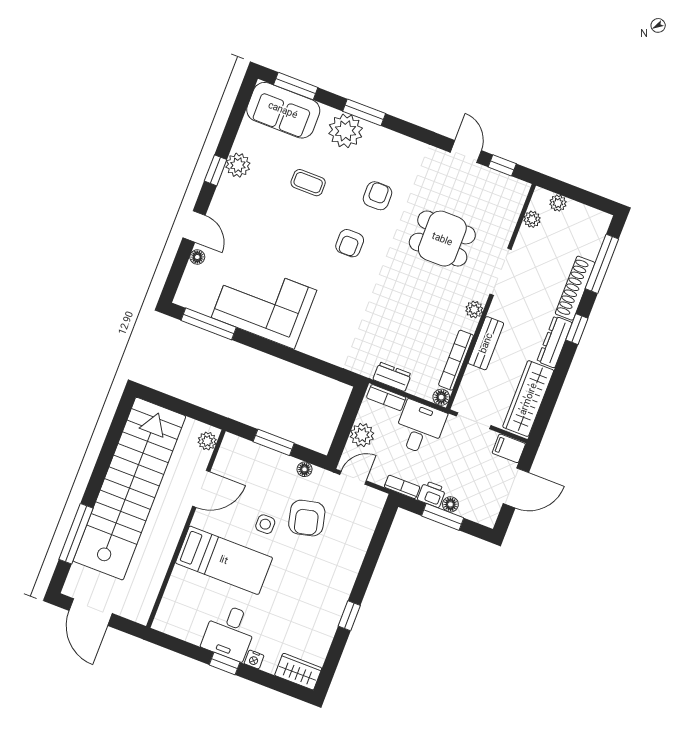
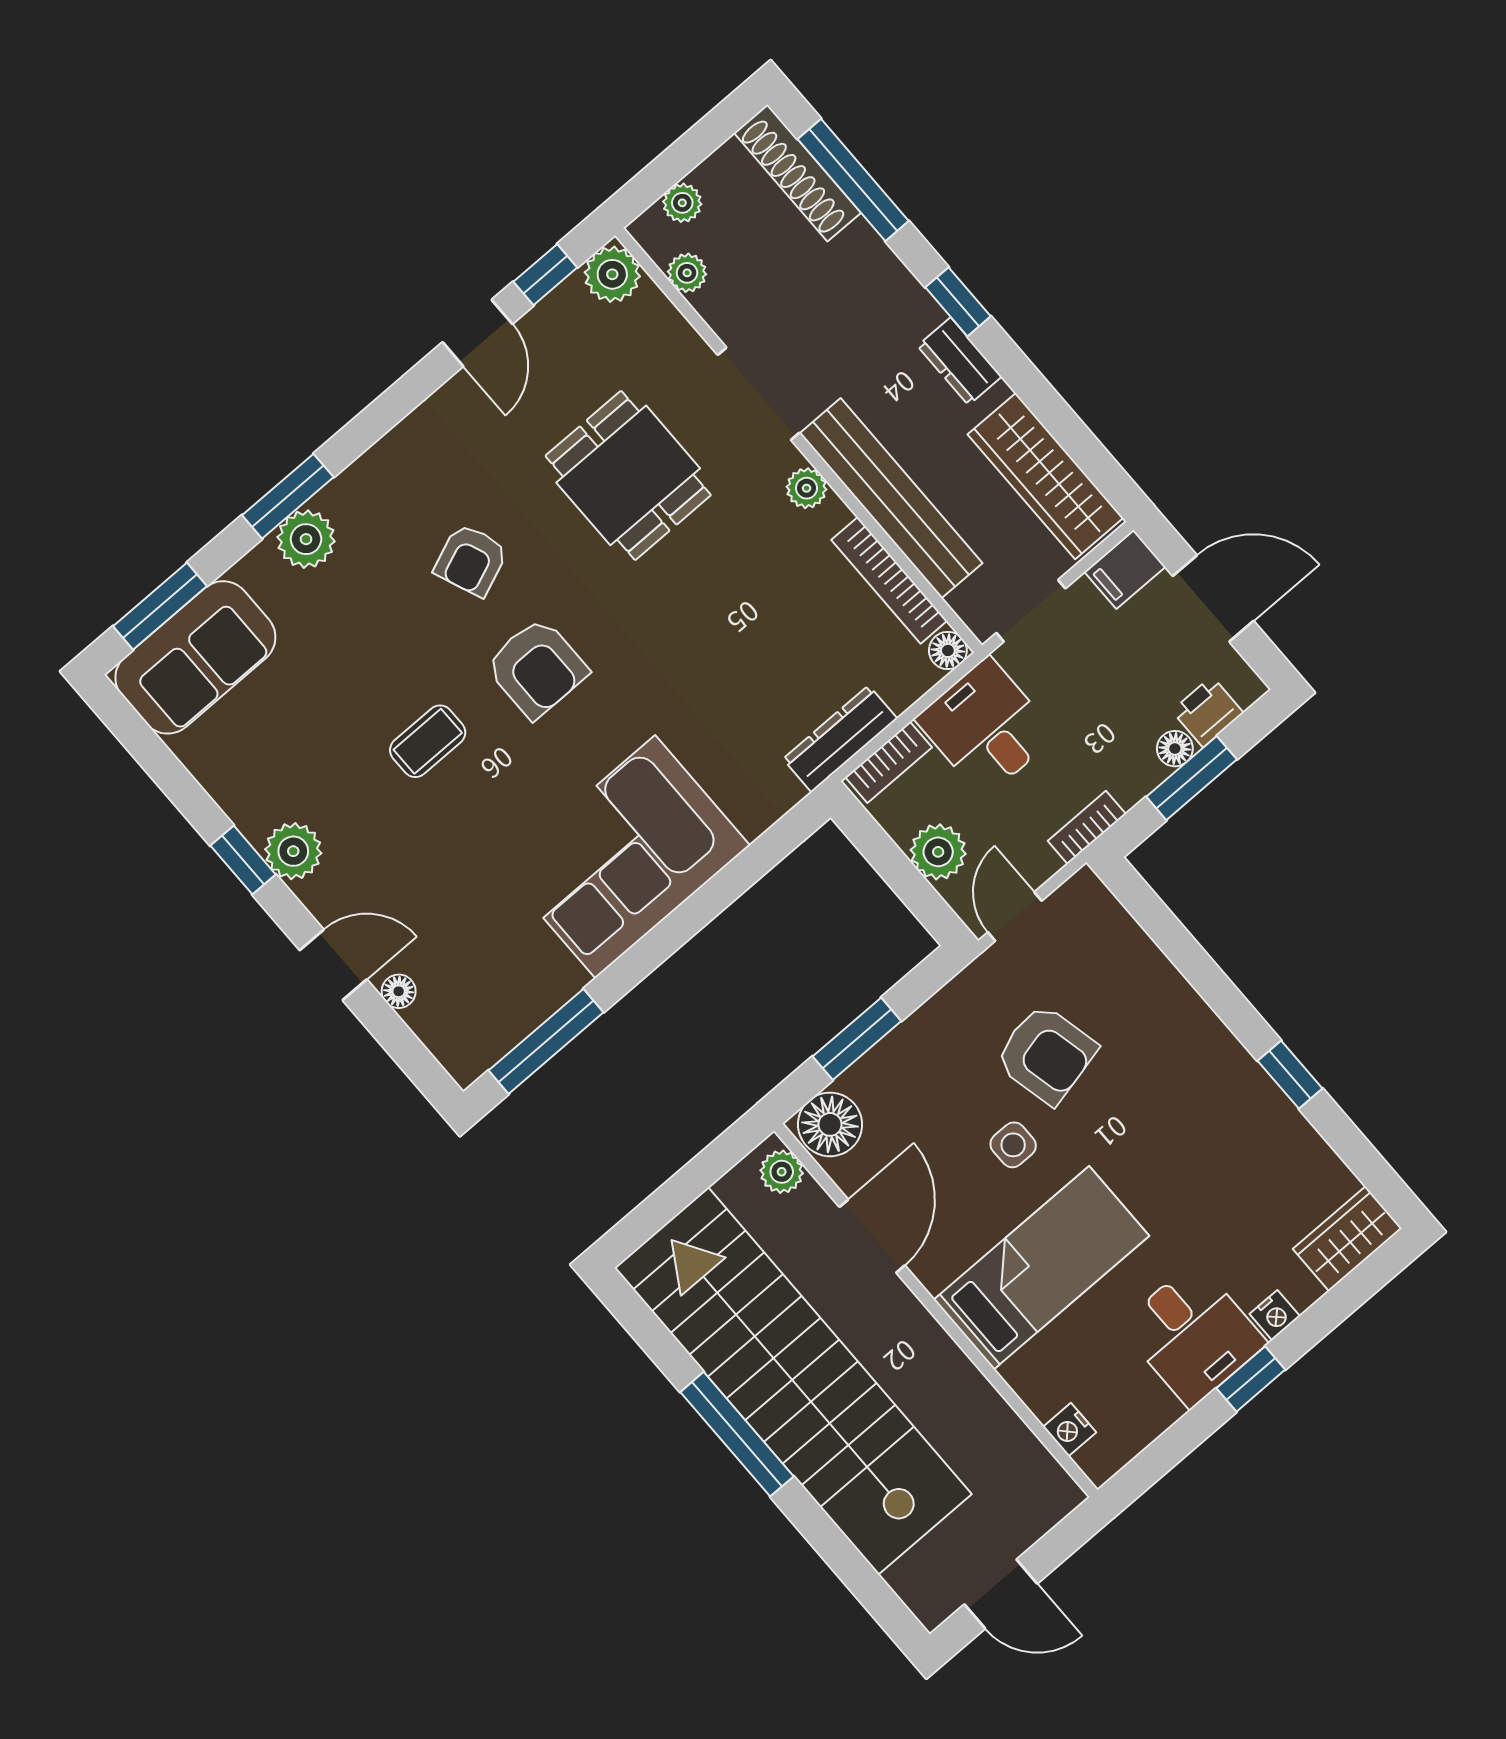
plant: (346, 131) -> (306, 539), width x0.73, depth x0.73
door: (466, 151) -> (477, 333), swing flipped
plant: (238, 165) -> (293, 851), moved
coffee table: (308, 183) -> (428, 741), moved
plant: (516, 191) -> (612, 274), added
armchair: (377, 196) -> (471, 560), turned -112
dining table: (442, 239) -> (628, 475), turned 90
armchair: (350, 243) -> (537, 668), width x1.38, depth x1.38
shoe rack: (575, 288) -> (797, 173), moved
corner sofa: (264, 304) -> (625, 857), moved
dresser: (554, 342) -> (960, 361), width x0.70
bench: (486, 343) -> (891, 498), width x1.86, depth x1.21
dresser: (392, 377) -> (840, 739), width x1.44
floor lamp: (305, 469) -> (830, 1124), moved, width x1.89, depth x1.89
door: (516, 488) -> (1213, 598), hinge flipped
printer: (432, 494) -> (1208, 712), moved
window: (76, 534) -> (737, 1434), moved
nightstand: (168, 605) -> (1070, 1430), added
door: (91, 612) -> (1001, 1594), width x0.73

